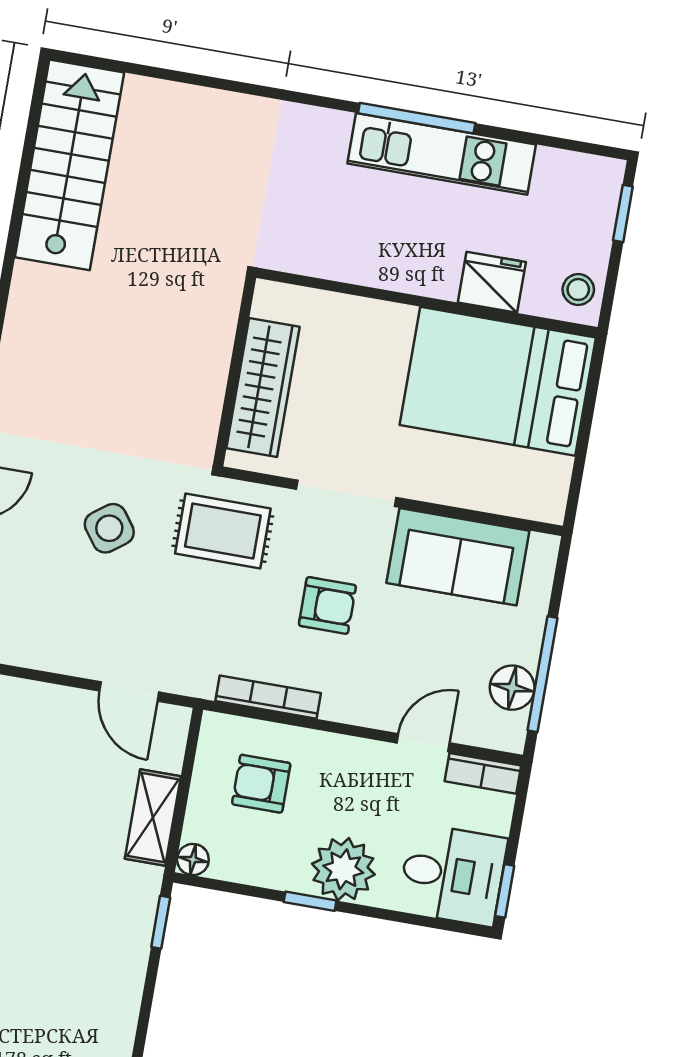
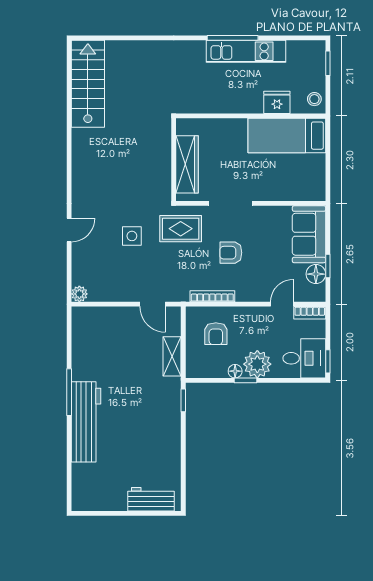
bed: (498, 381) -> (287, 136), width x0.67
side table: (109, 528) -> (132, 236), turned 36
sofa: (458, 557) -> (309, 234), moved, turned 90
armchair: (327, 605) -> (231, 253), turned 180
window: (542, 674) -> (328, 266), width x0.46
armchair: (261, 784) -> (216, 334), turned -90
floor lamp: (193, 859) -> (235, 371), moved

